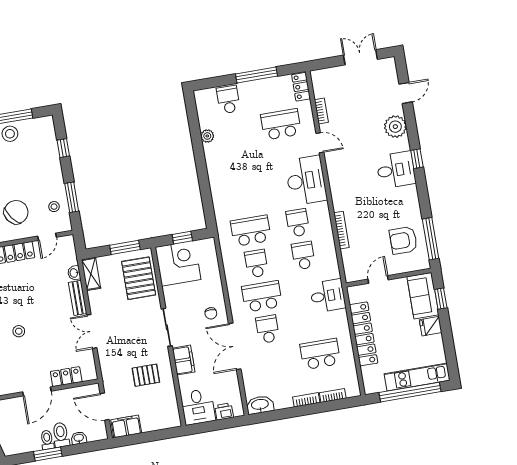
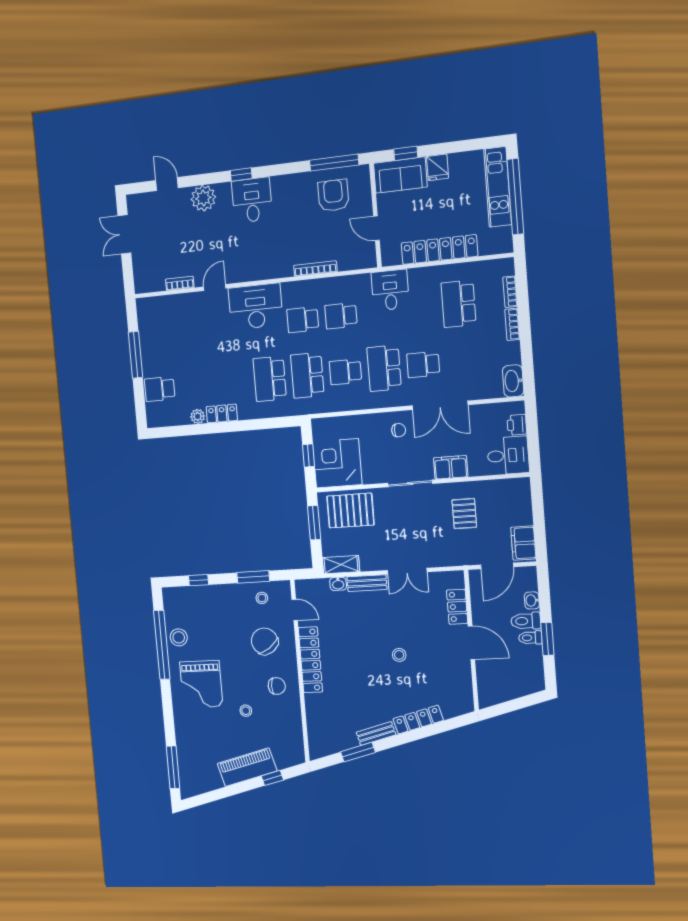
locker: (301, 87) -> (222, 414), moved, turned 180
school desk: (281, 124) -> (270, 379), moved
armchair: (403, 240) -> (333, 195), turned 180

